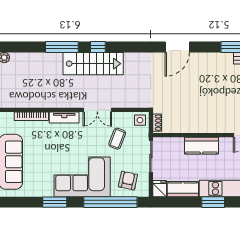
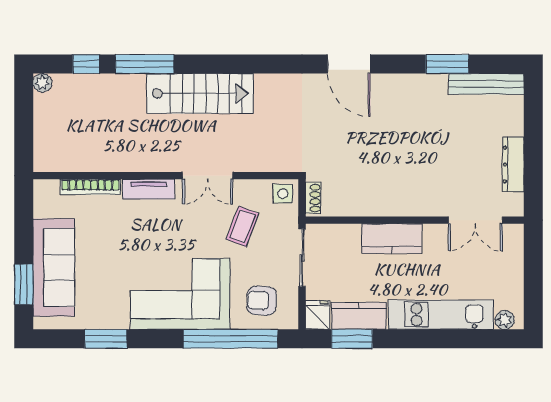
window: (98, 47) -> (86, 64), moved
door: (177, 47) -> (349, 64), hinge flipped
armchair: (128, 181) -> (262, 301), turned -99
window: (55, 202) -> (106, 339), moved
window: (213, 202) -> (352, 339), moved

